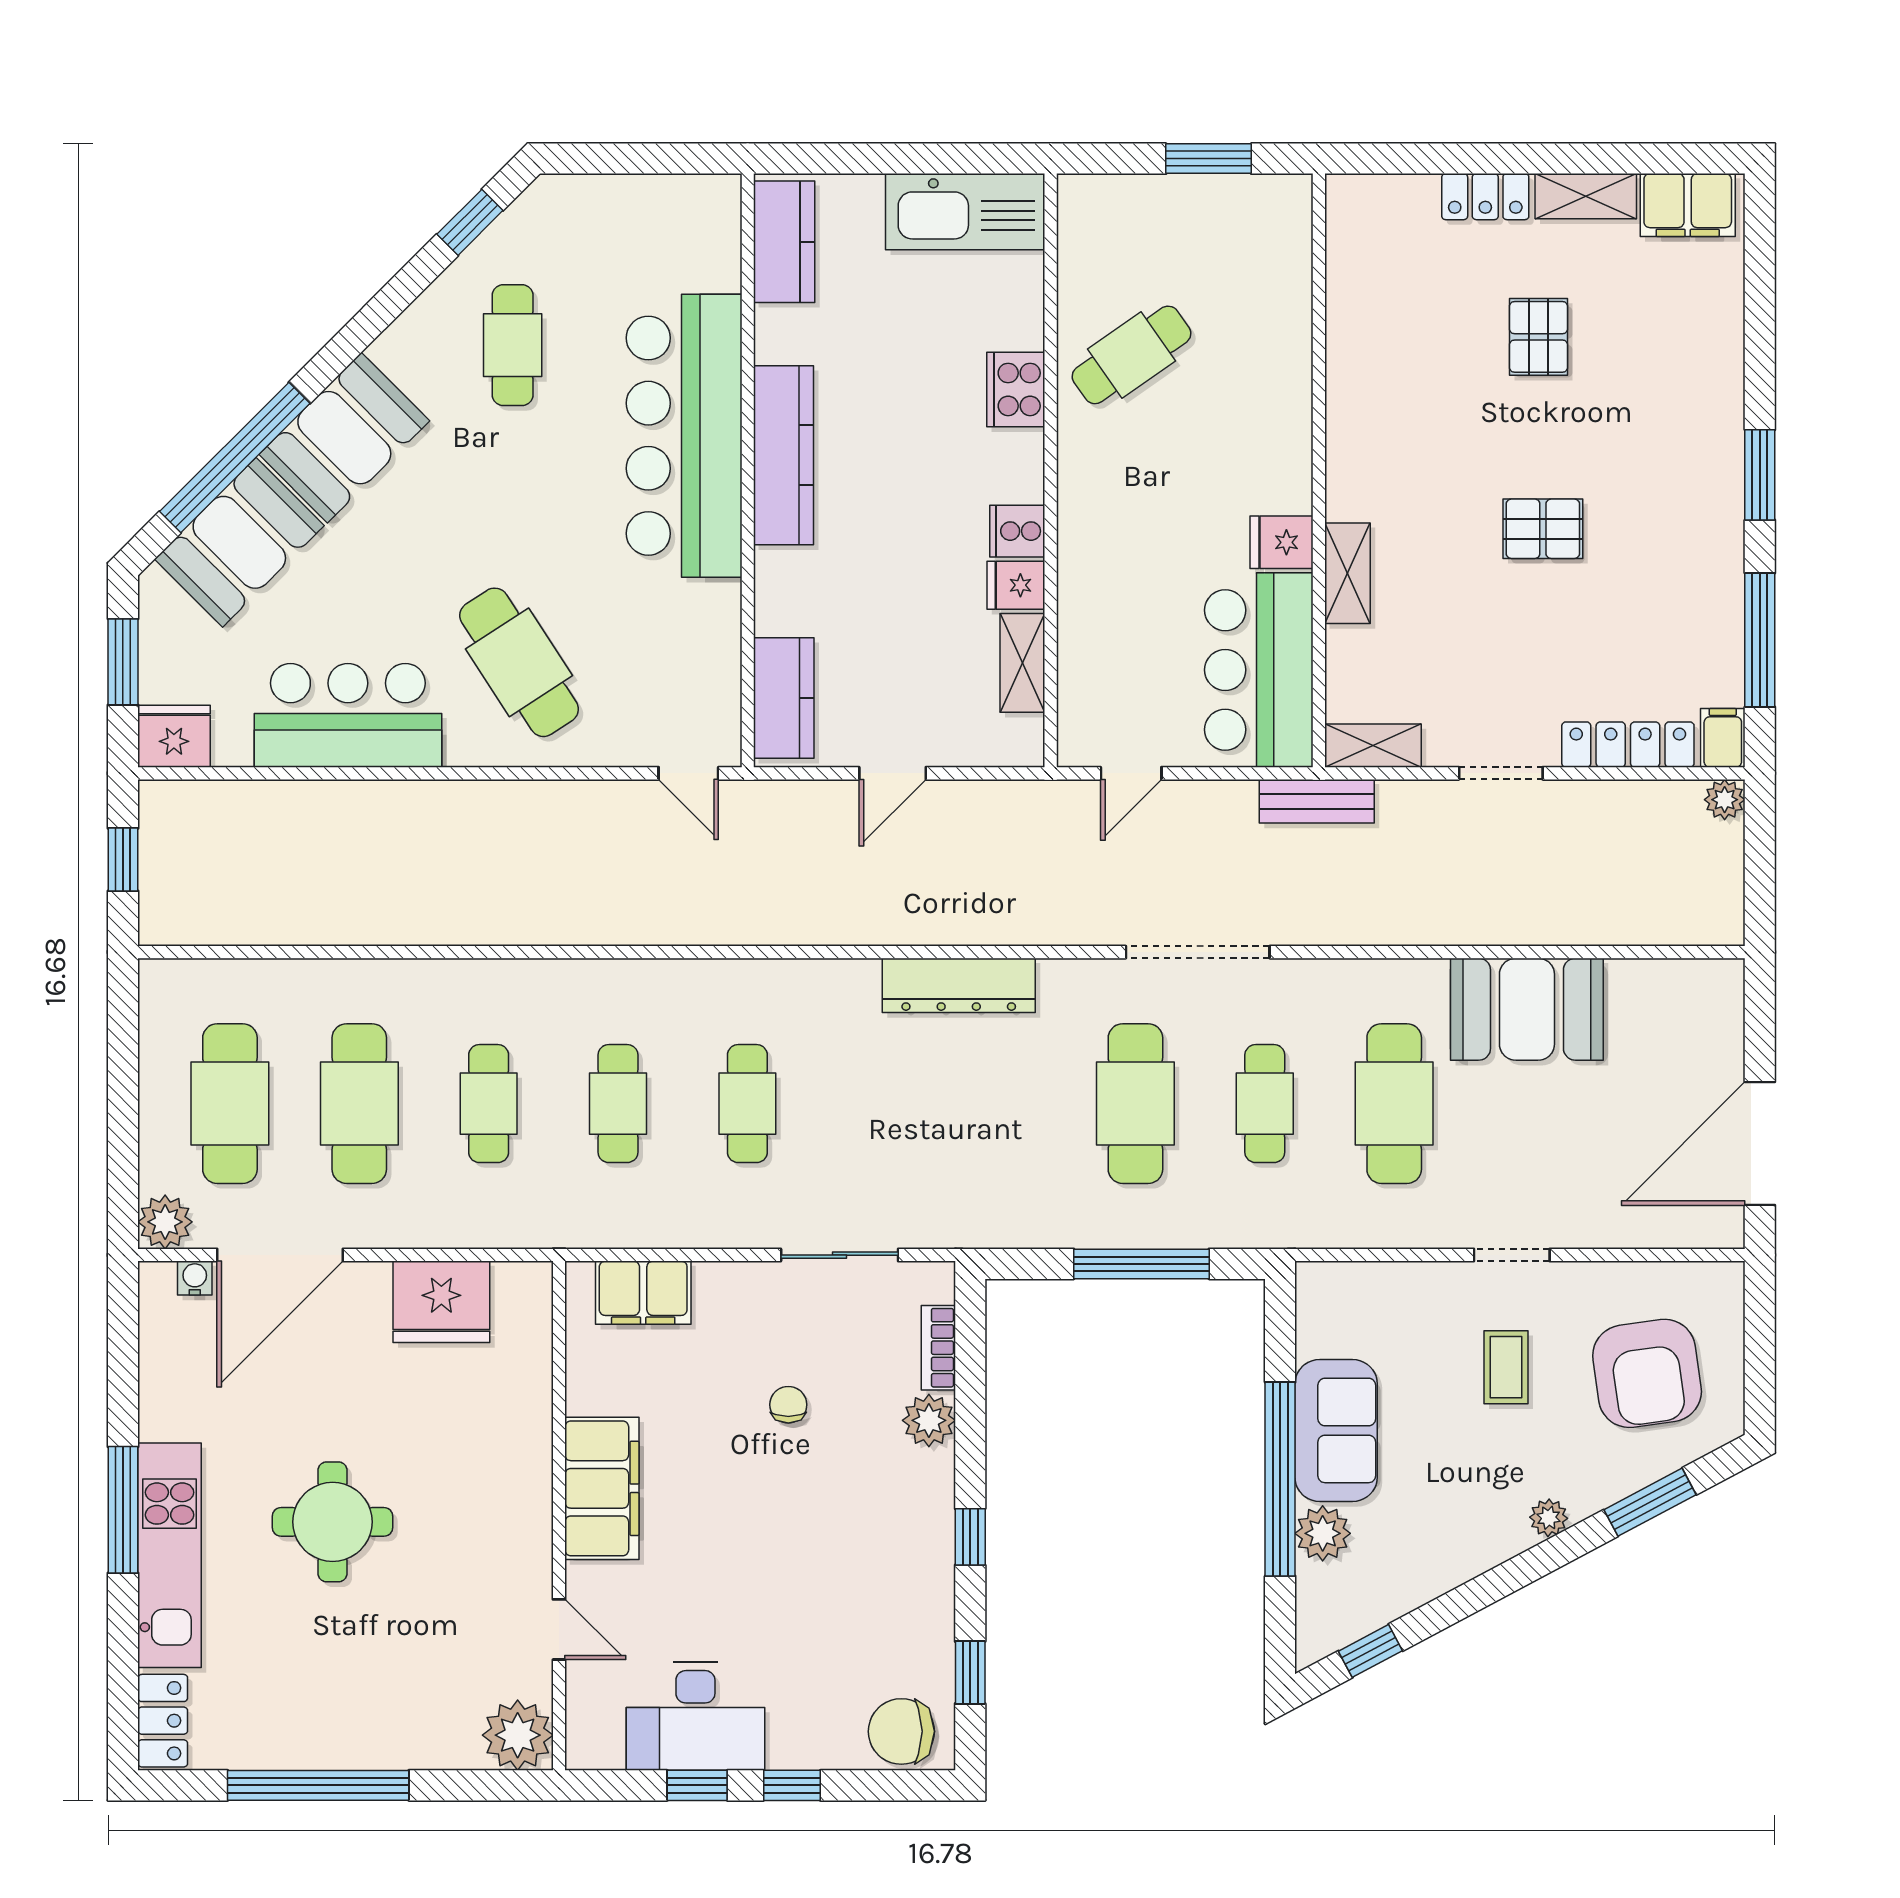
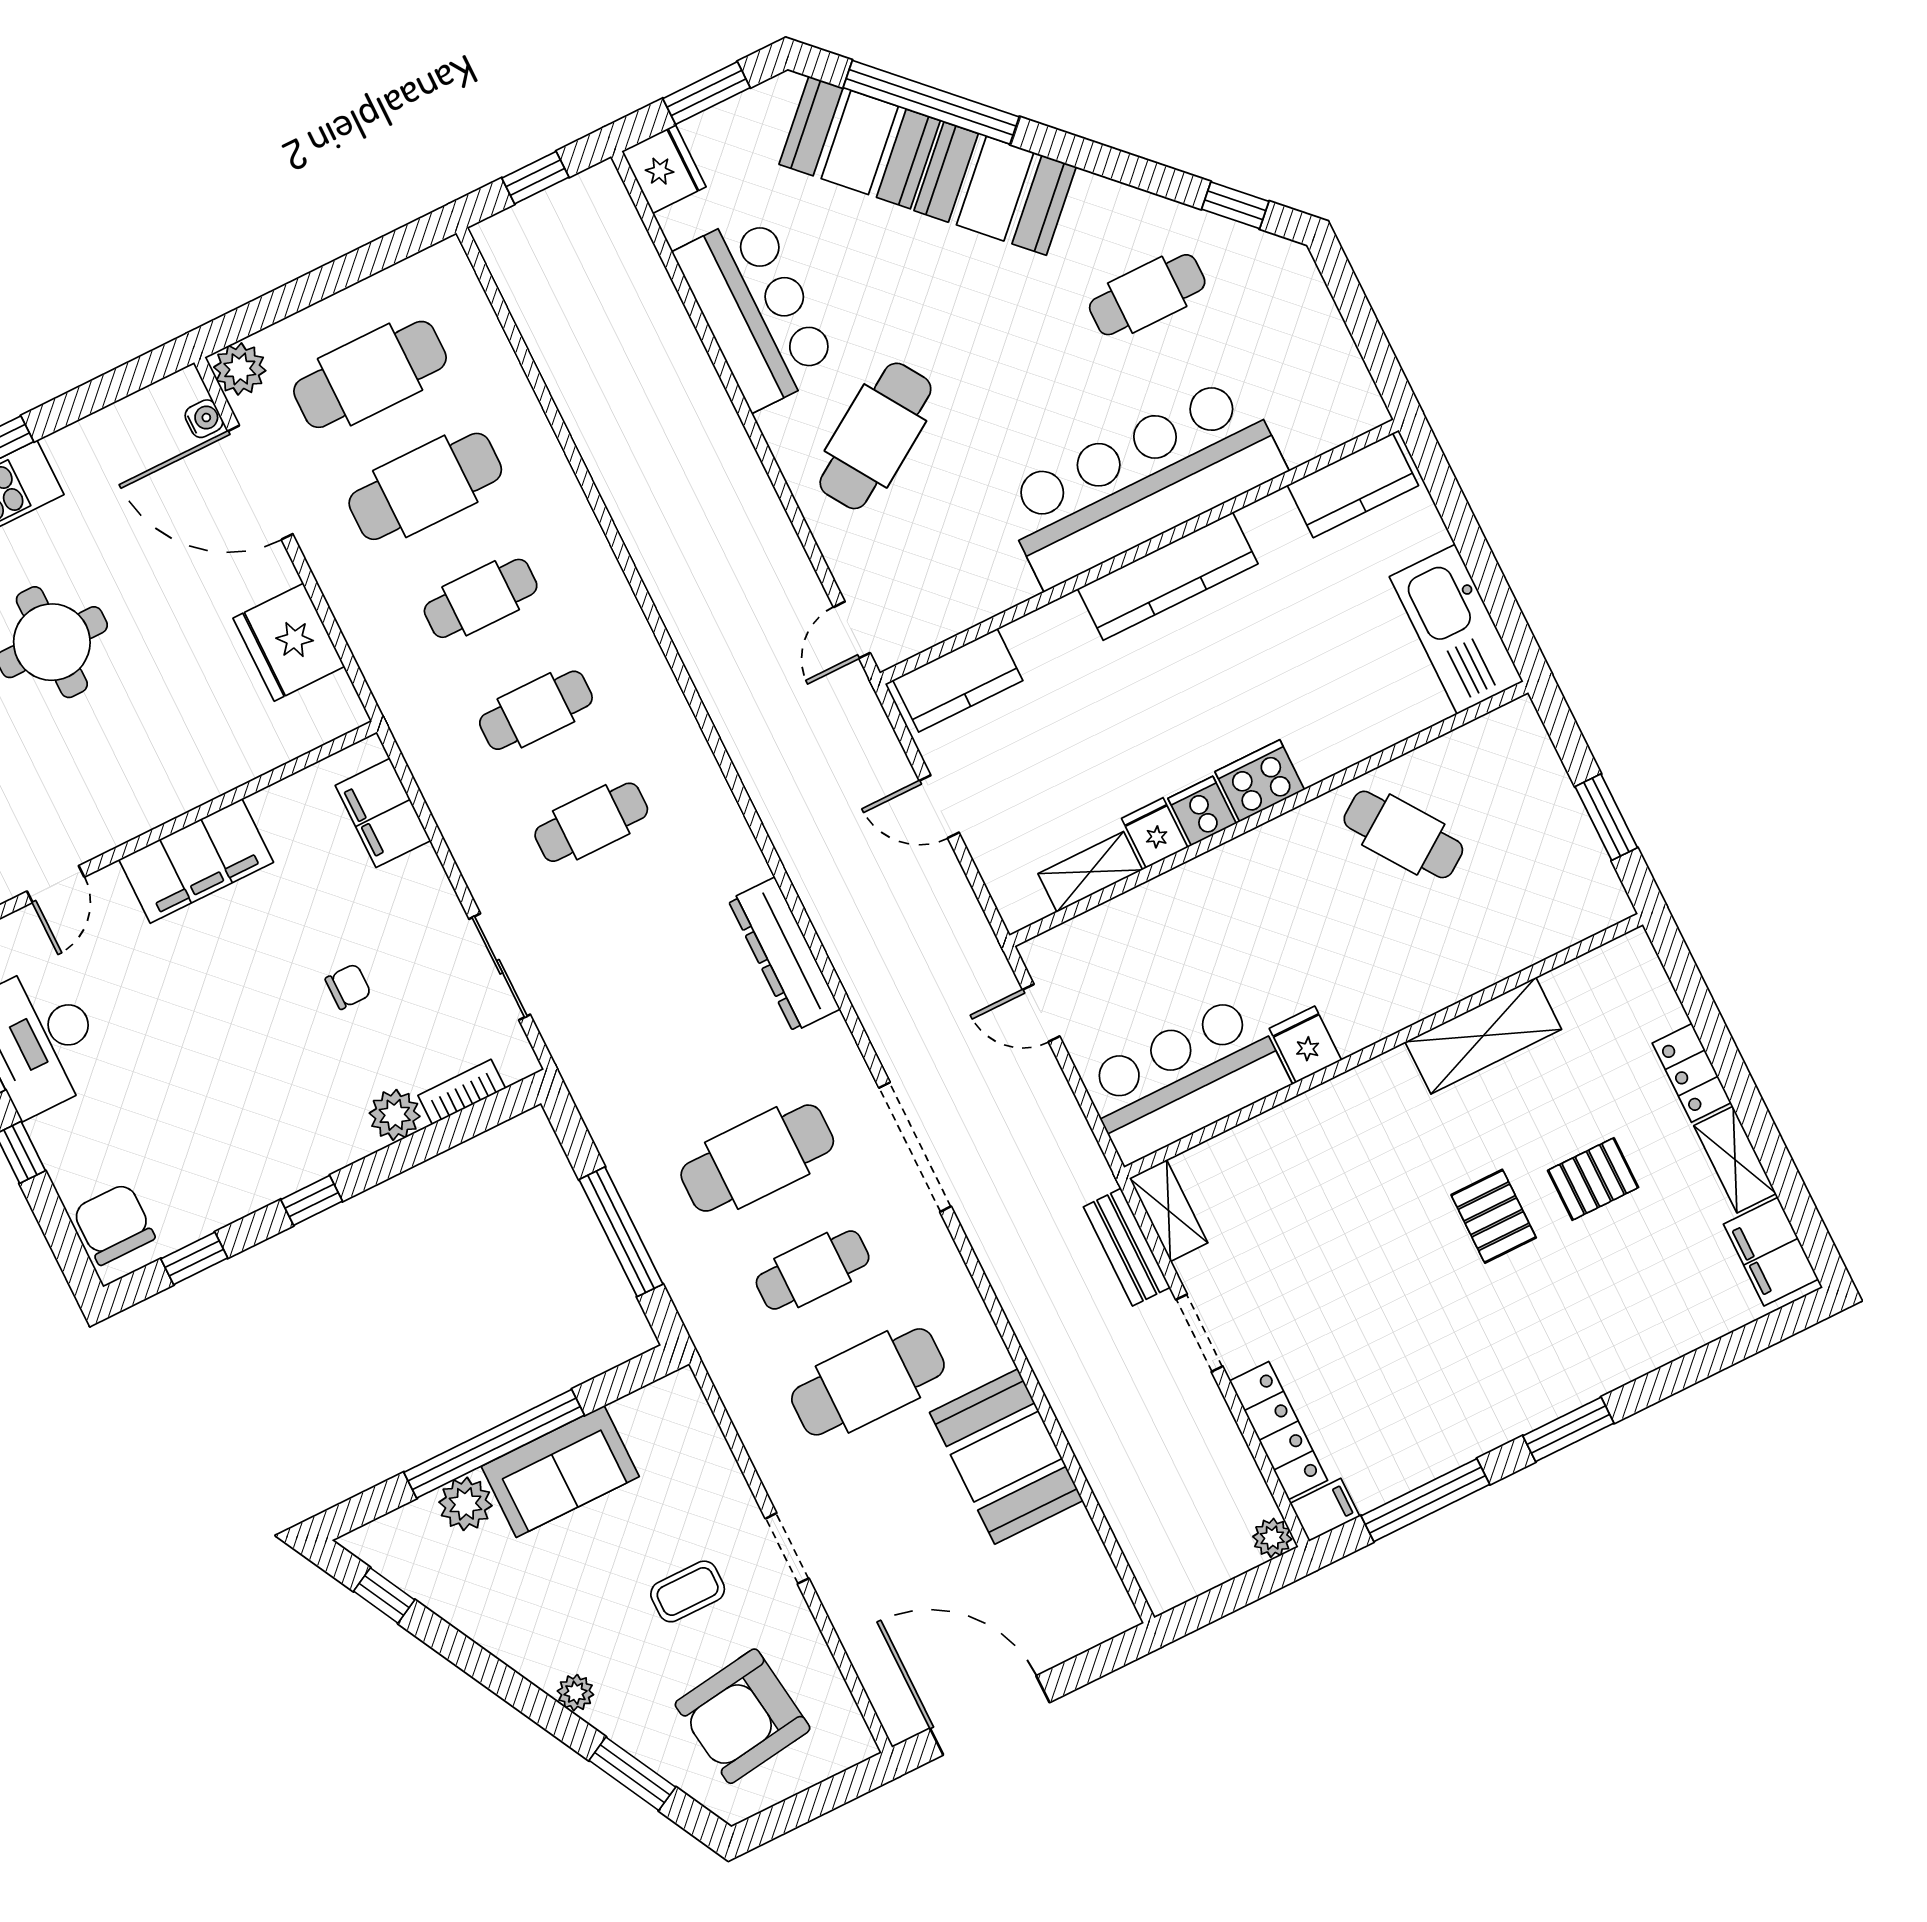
cooker: (1016, 389) -> (1260, 781), moved
pallet: (1543, 529) -> (1494, 1216), moved
shelving: (1347, 573) -> (1483, 1036), moved, width x1.50, depth x1.33
bench: (1317, 801) -> (1127, 1247), moved

